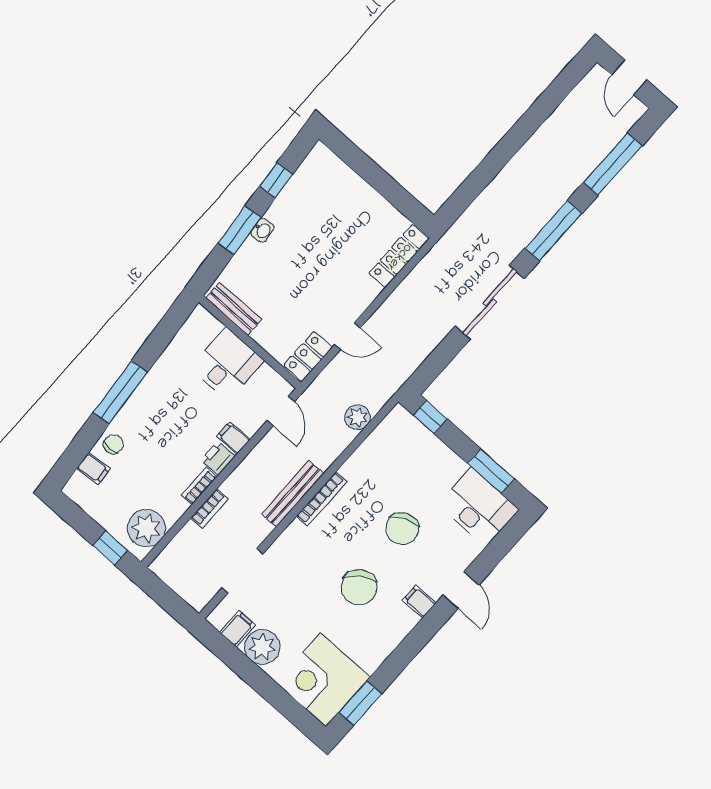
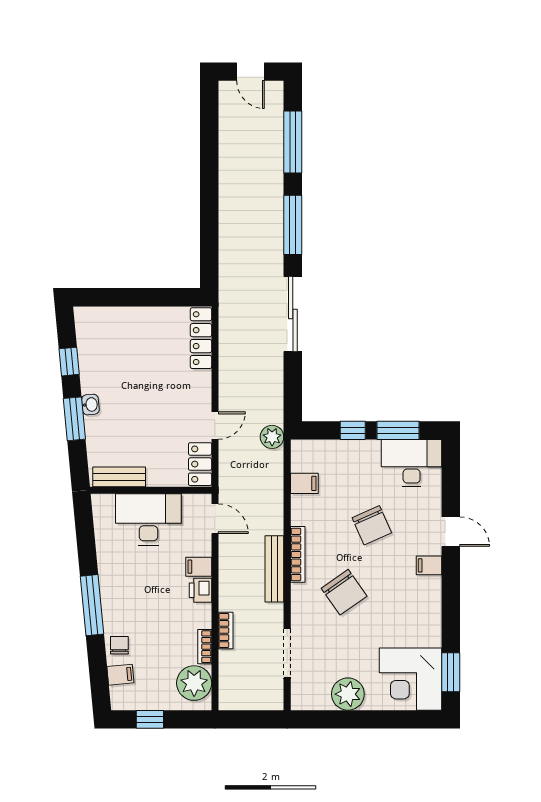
desk: (227, 364) -> (148, 519), width x1.37
plant: (358, 417) -> (272, 437), moved
window: (430, 417) -> (353, 430), moved
bookcase: (199, 486) -> (205, 647), moved
window: (110, 548) -> (150, 719), moved
chair: (359, 587) -> (344, 592), moved
filing cabinet: (238, 629) -> (304, 483), moved, turned 90

